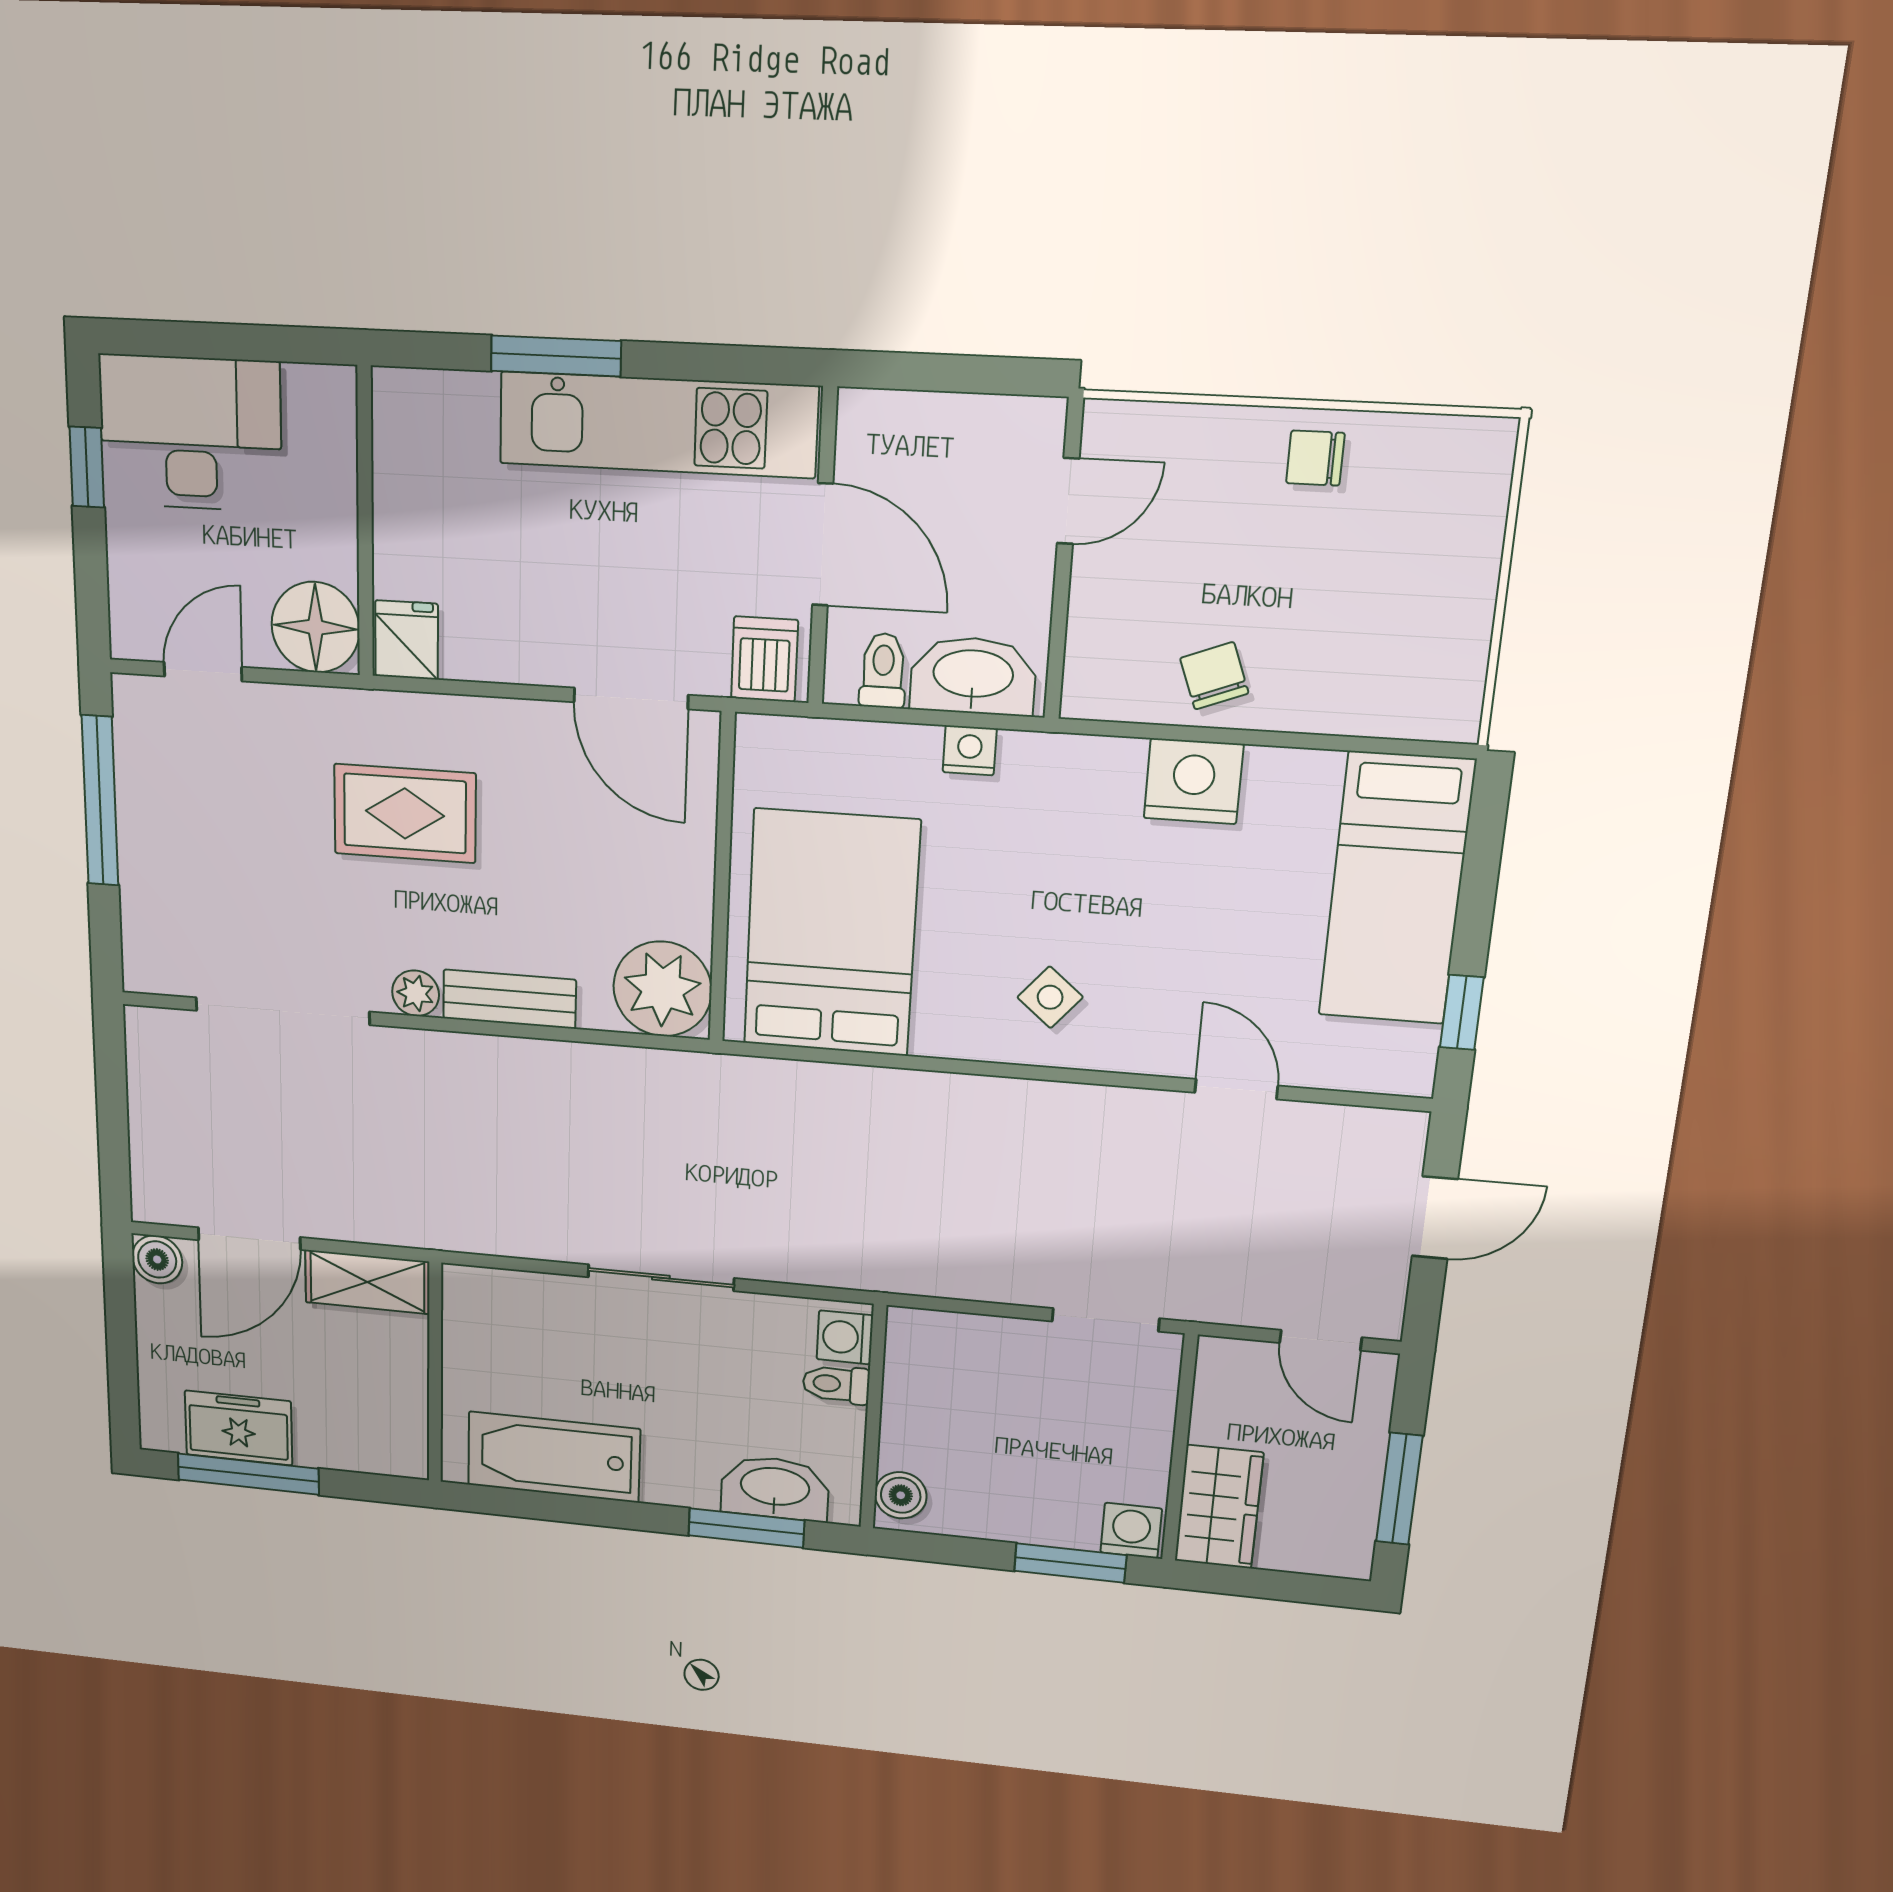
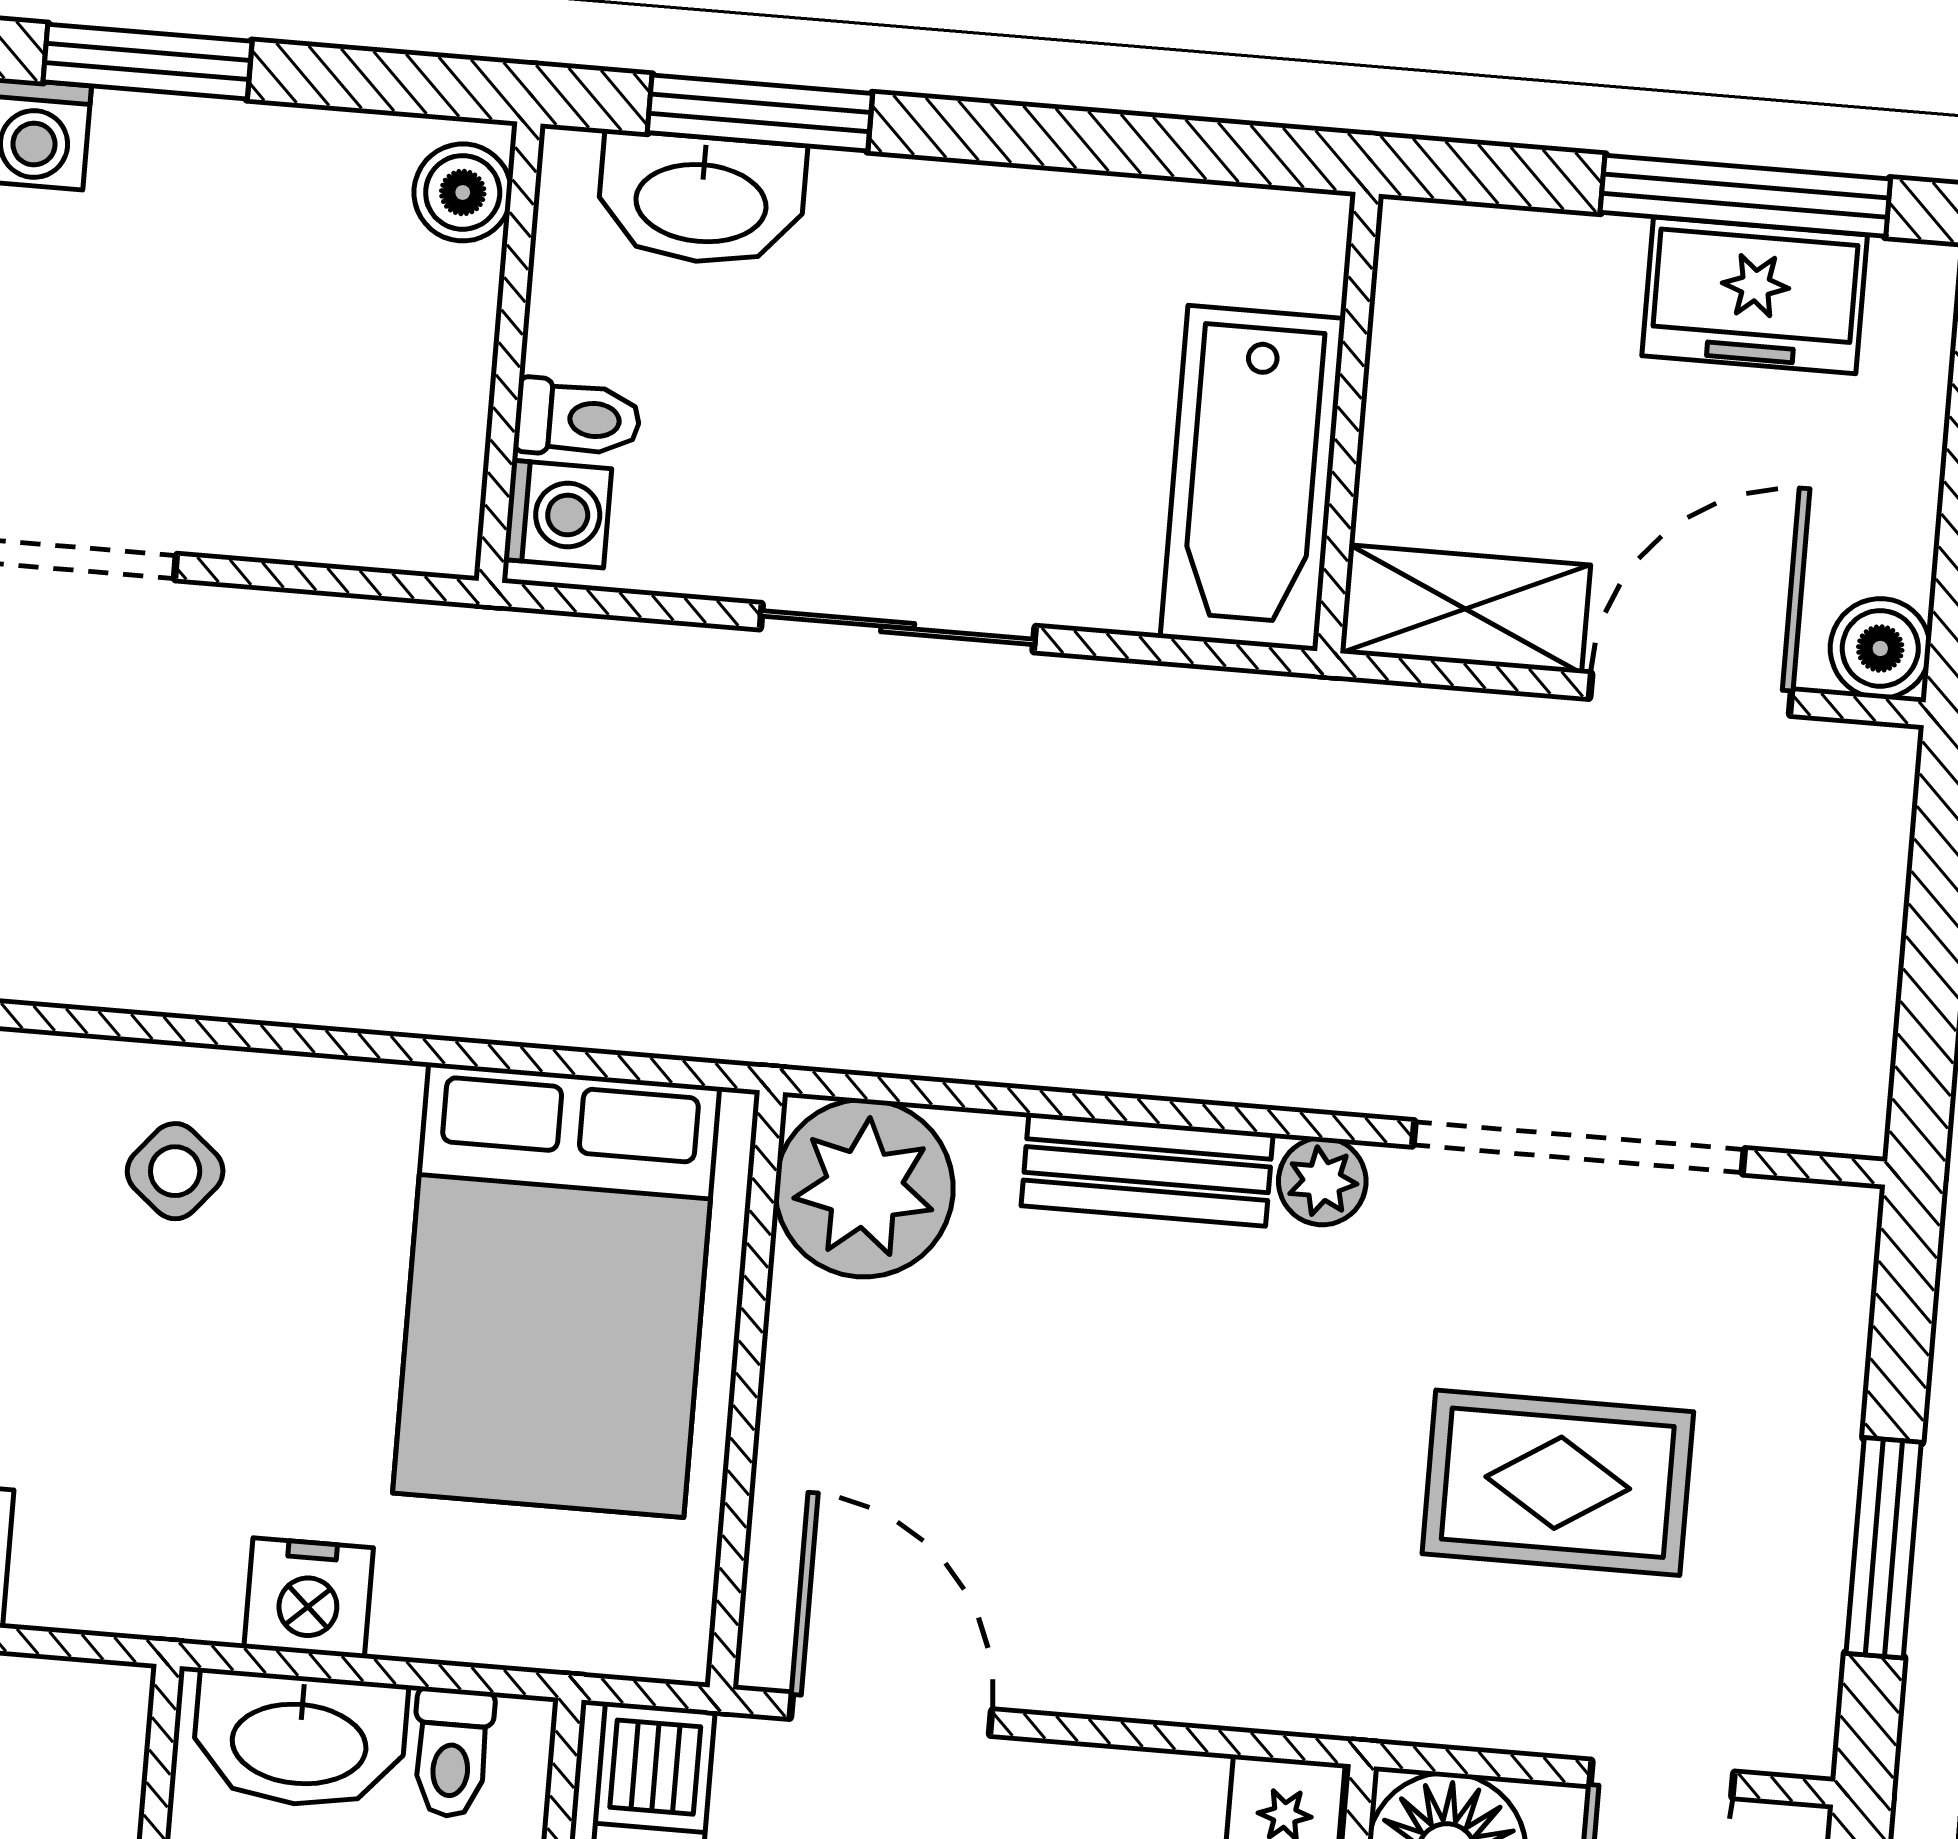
nightstand: (970, 750) -> (309, 1598), width x1.39, depth x1.35
window: (100, 801) -> (1884, 1548), width x0.69
rug: (405, 813) -> (1558, 1483), moved
bathtub: (554, 1457) -> (1253, 478), moved, turned 90

